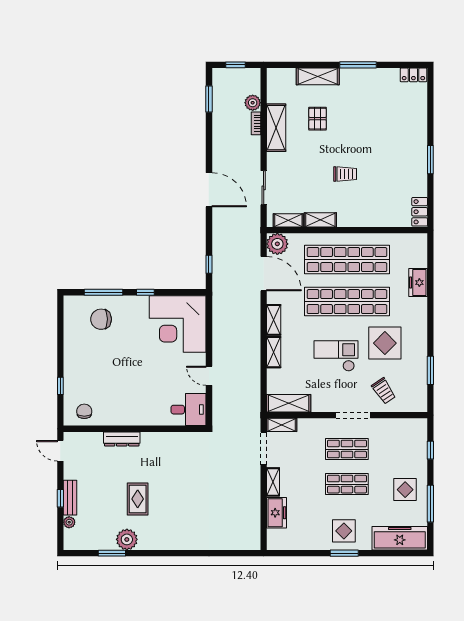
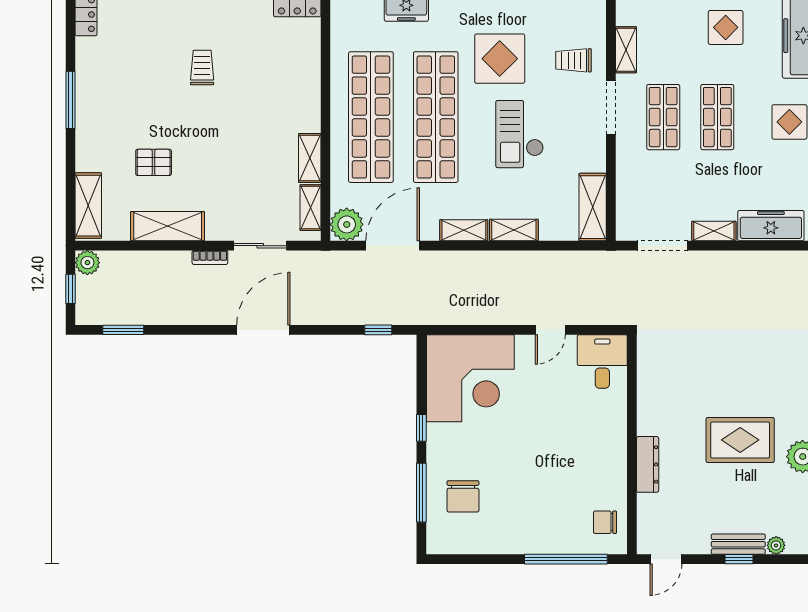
shelving: (318, 76) -> (88, 206), moved
plant: (253, 103) -> (87, 263), moved
bookcase: (256, 123) -> (210, 257), moved
trolley: (345, 174) -> (202, 68), moved
window: (60, 386) -> (566, 559), width x3.17
trolley: (384, 391) -> (574, 60), turned -146
shelving: (282, 425) -> (626, 50), moved
rug: (138, 499) -> (740, 440), width x1.36, depth x1.43
freezer: (277, 513) -> (771, 226), width x1.40

